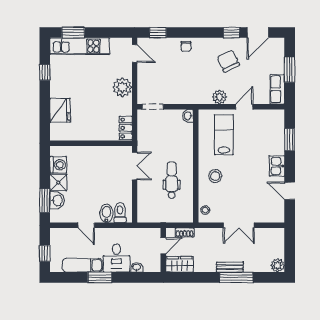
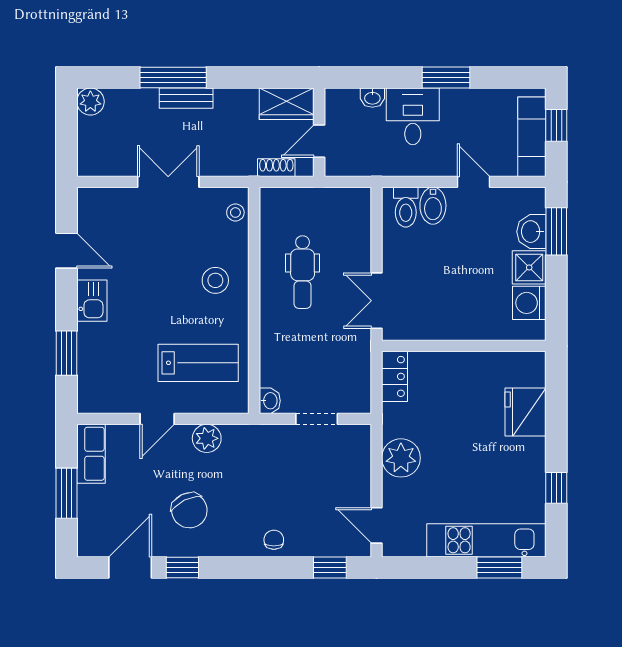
doorway: (153, 107) -> (317, 419), moved
lab bench: (224, 135) -> (198, 363), turned -90
exam couch: (82, 265) -> (532, 137), moved, turned 90

